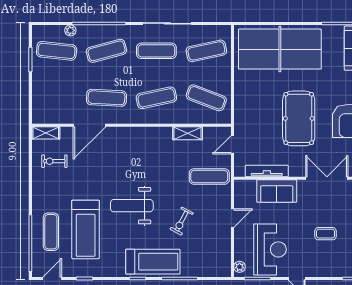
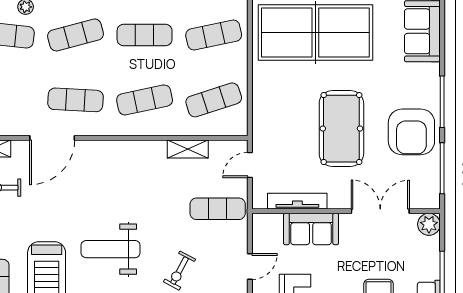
exercise mat: (206, 98) -> (214, 100), turned -39

